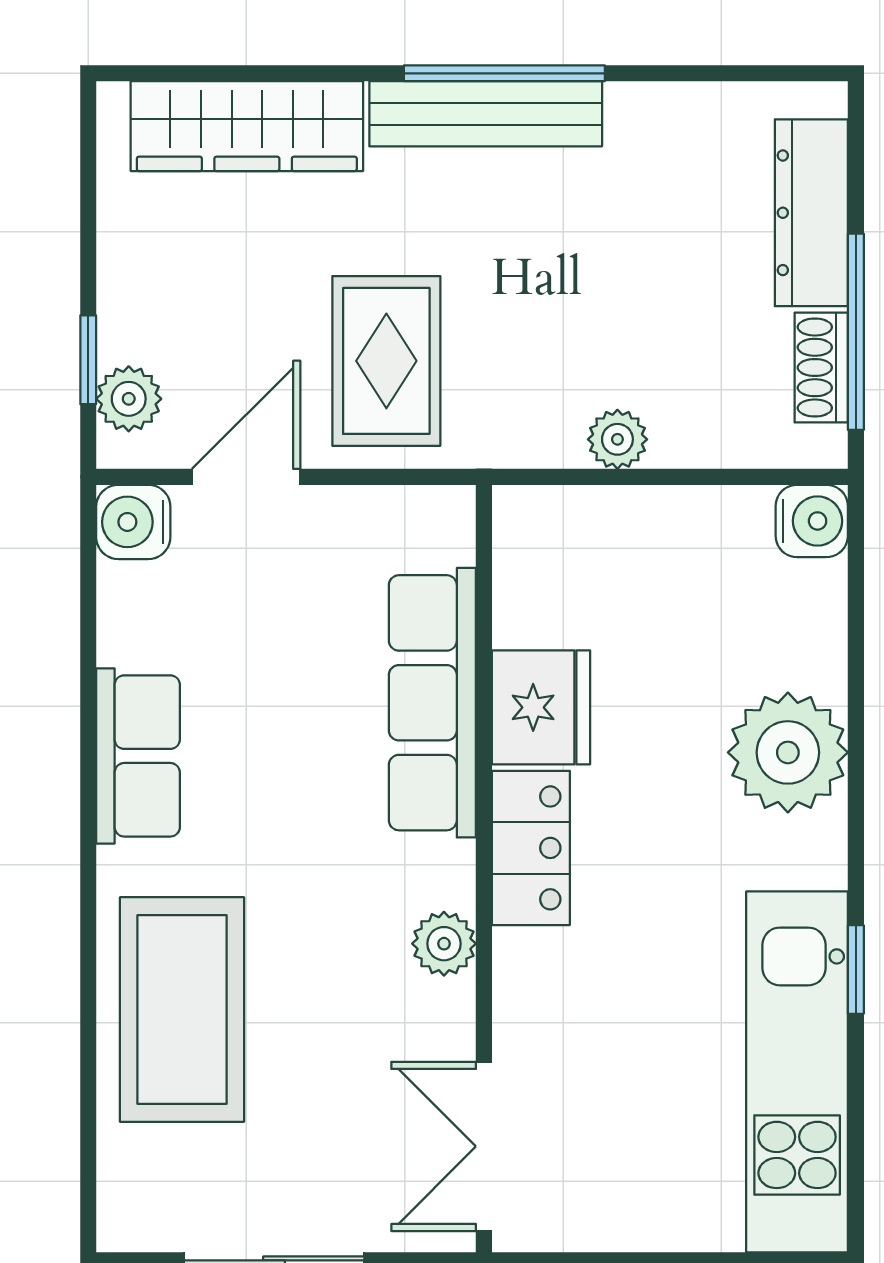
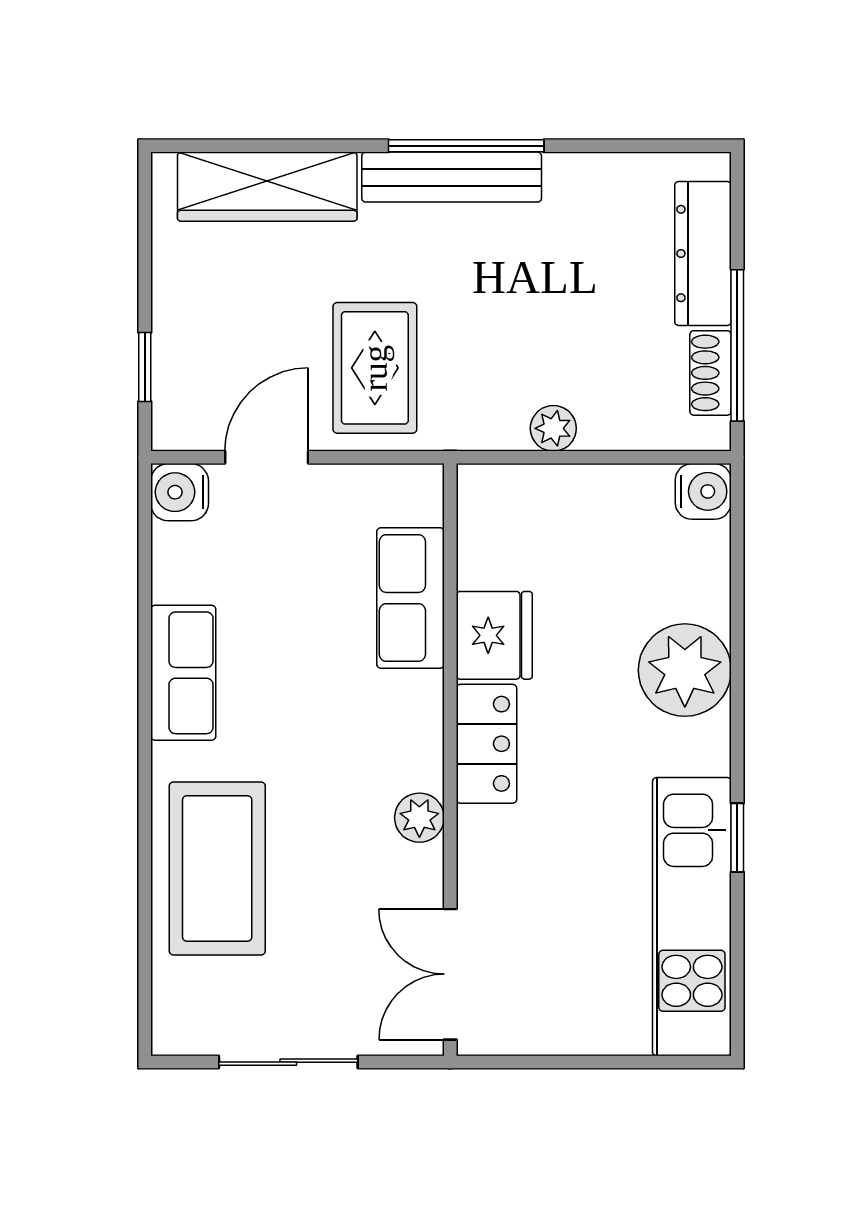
plant: (129, 399) -> (176, 397), removed
row of seats: (432, 703) -> (410, 598), width x0.68

